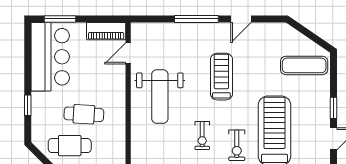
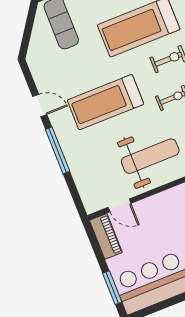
treadmill: (221, 77) -> (106, 102), width x1.37, depth x1.38

